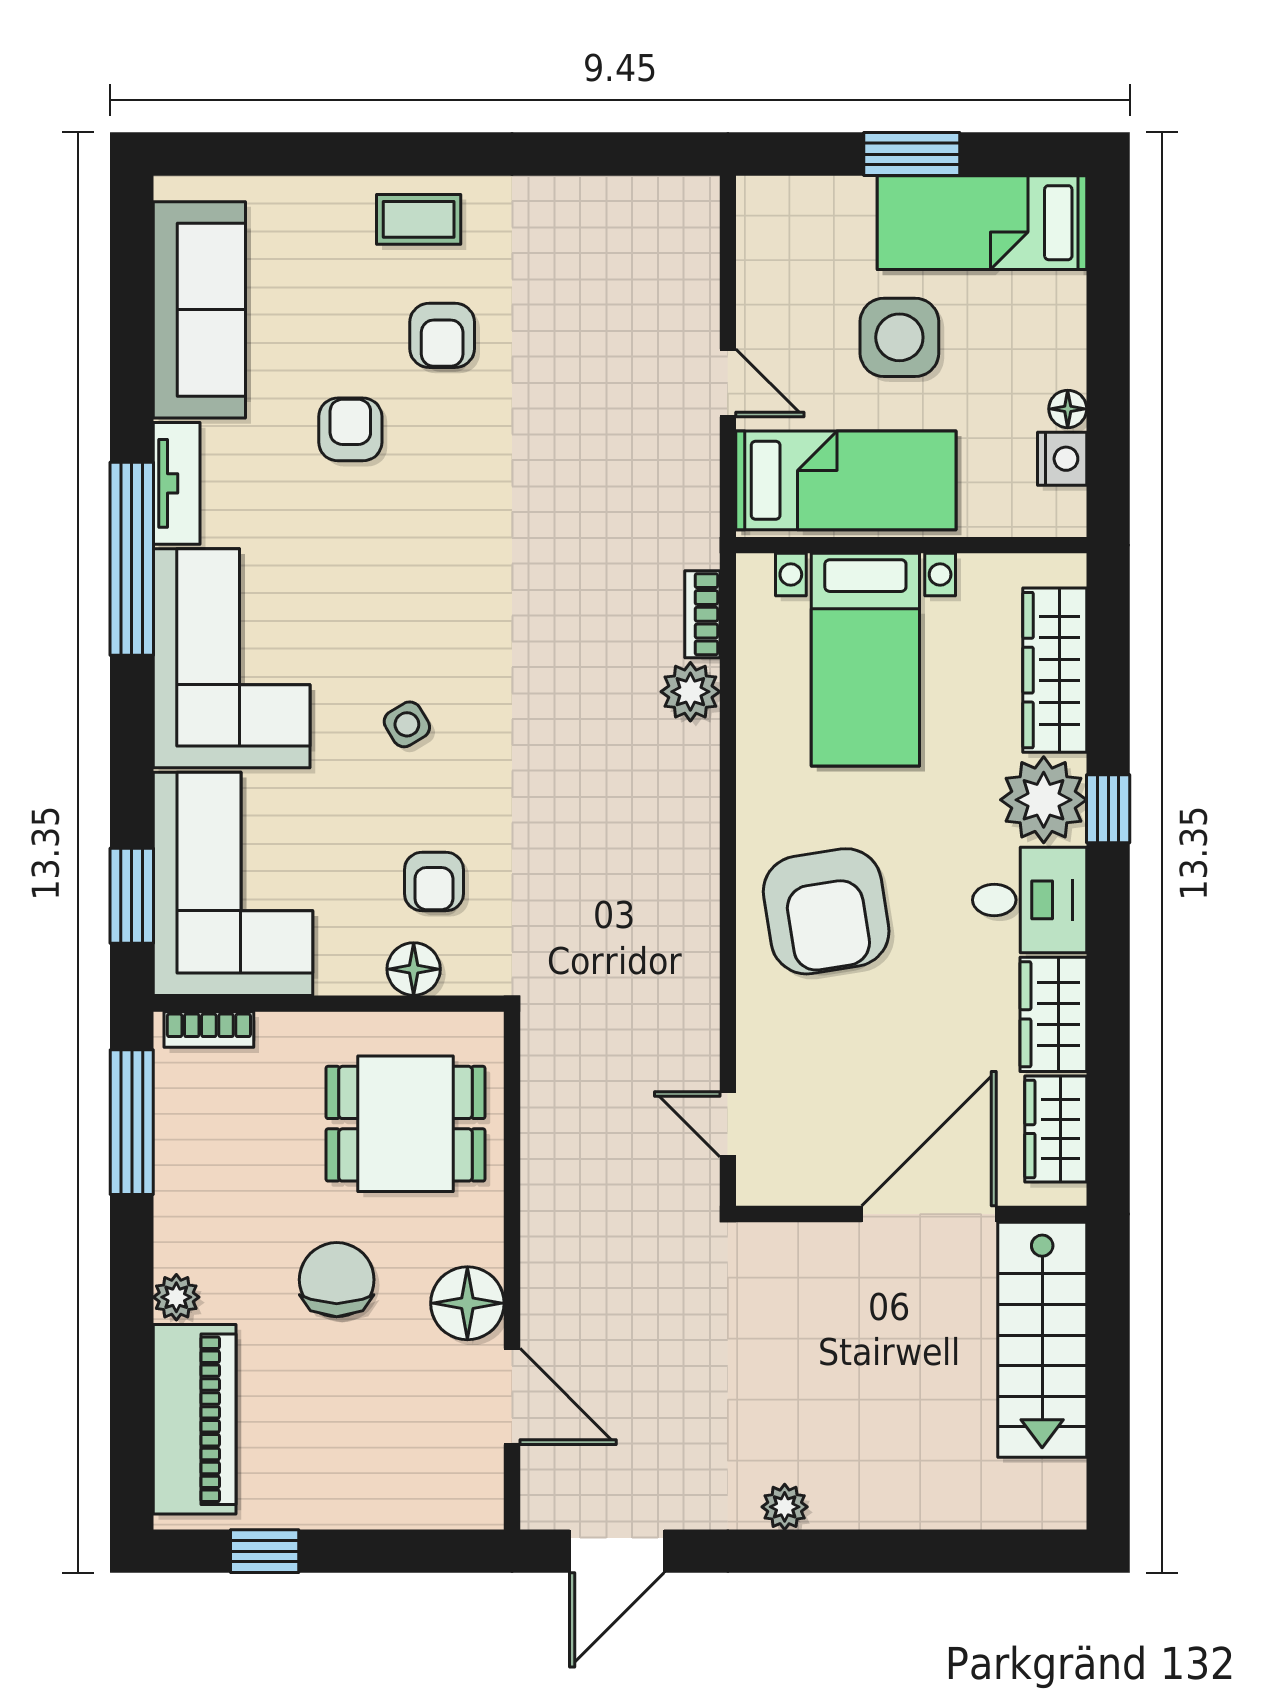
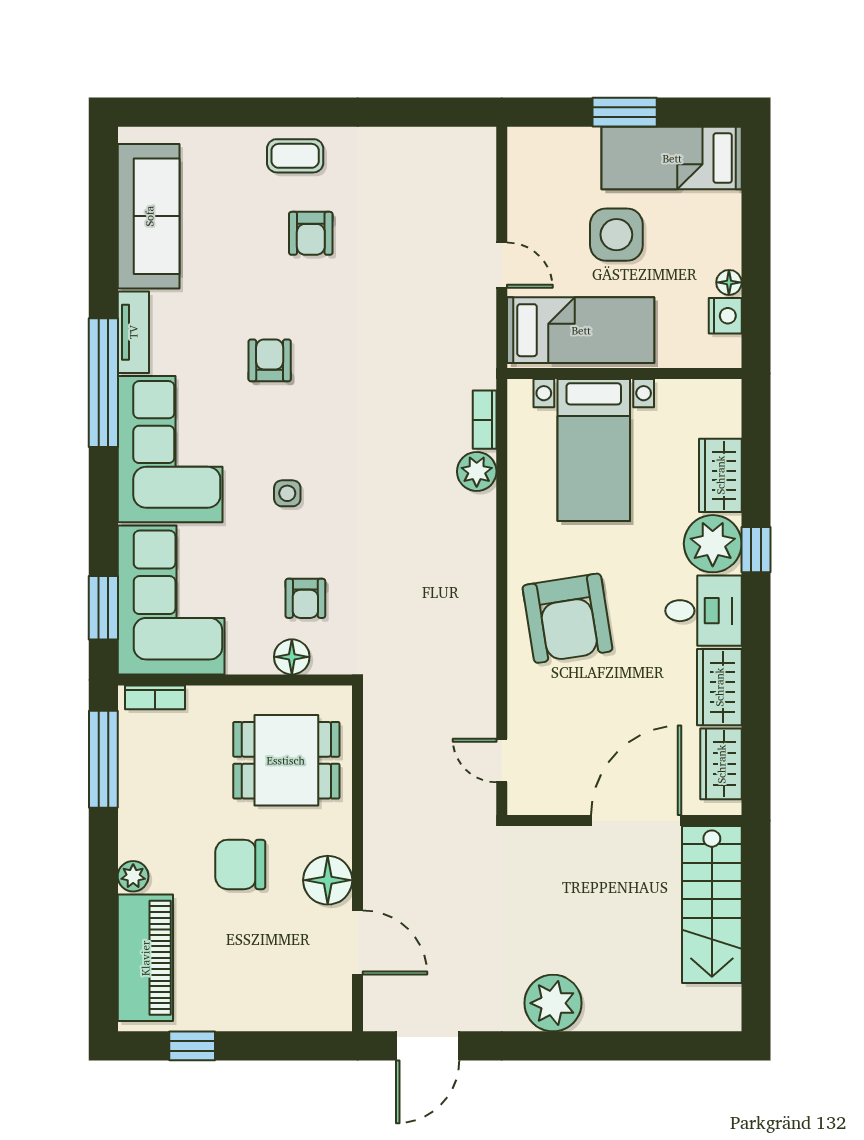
armchair: (350, 429) -> (270, 360), moved
wardrobe: (1055, 670) -> (720, 475), width x0.67
side table: (407, 724) -> (287, 493), turned 31
chair: (337, 1280) -> (240, 864), turned -90
plant: (785, 1507) -> (553, 1003), width x1.87, depth x1.87

